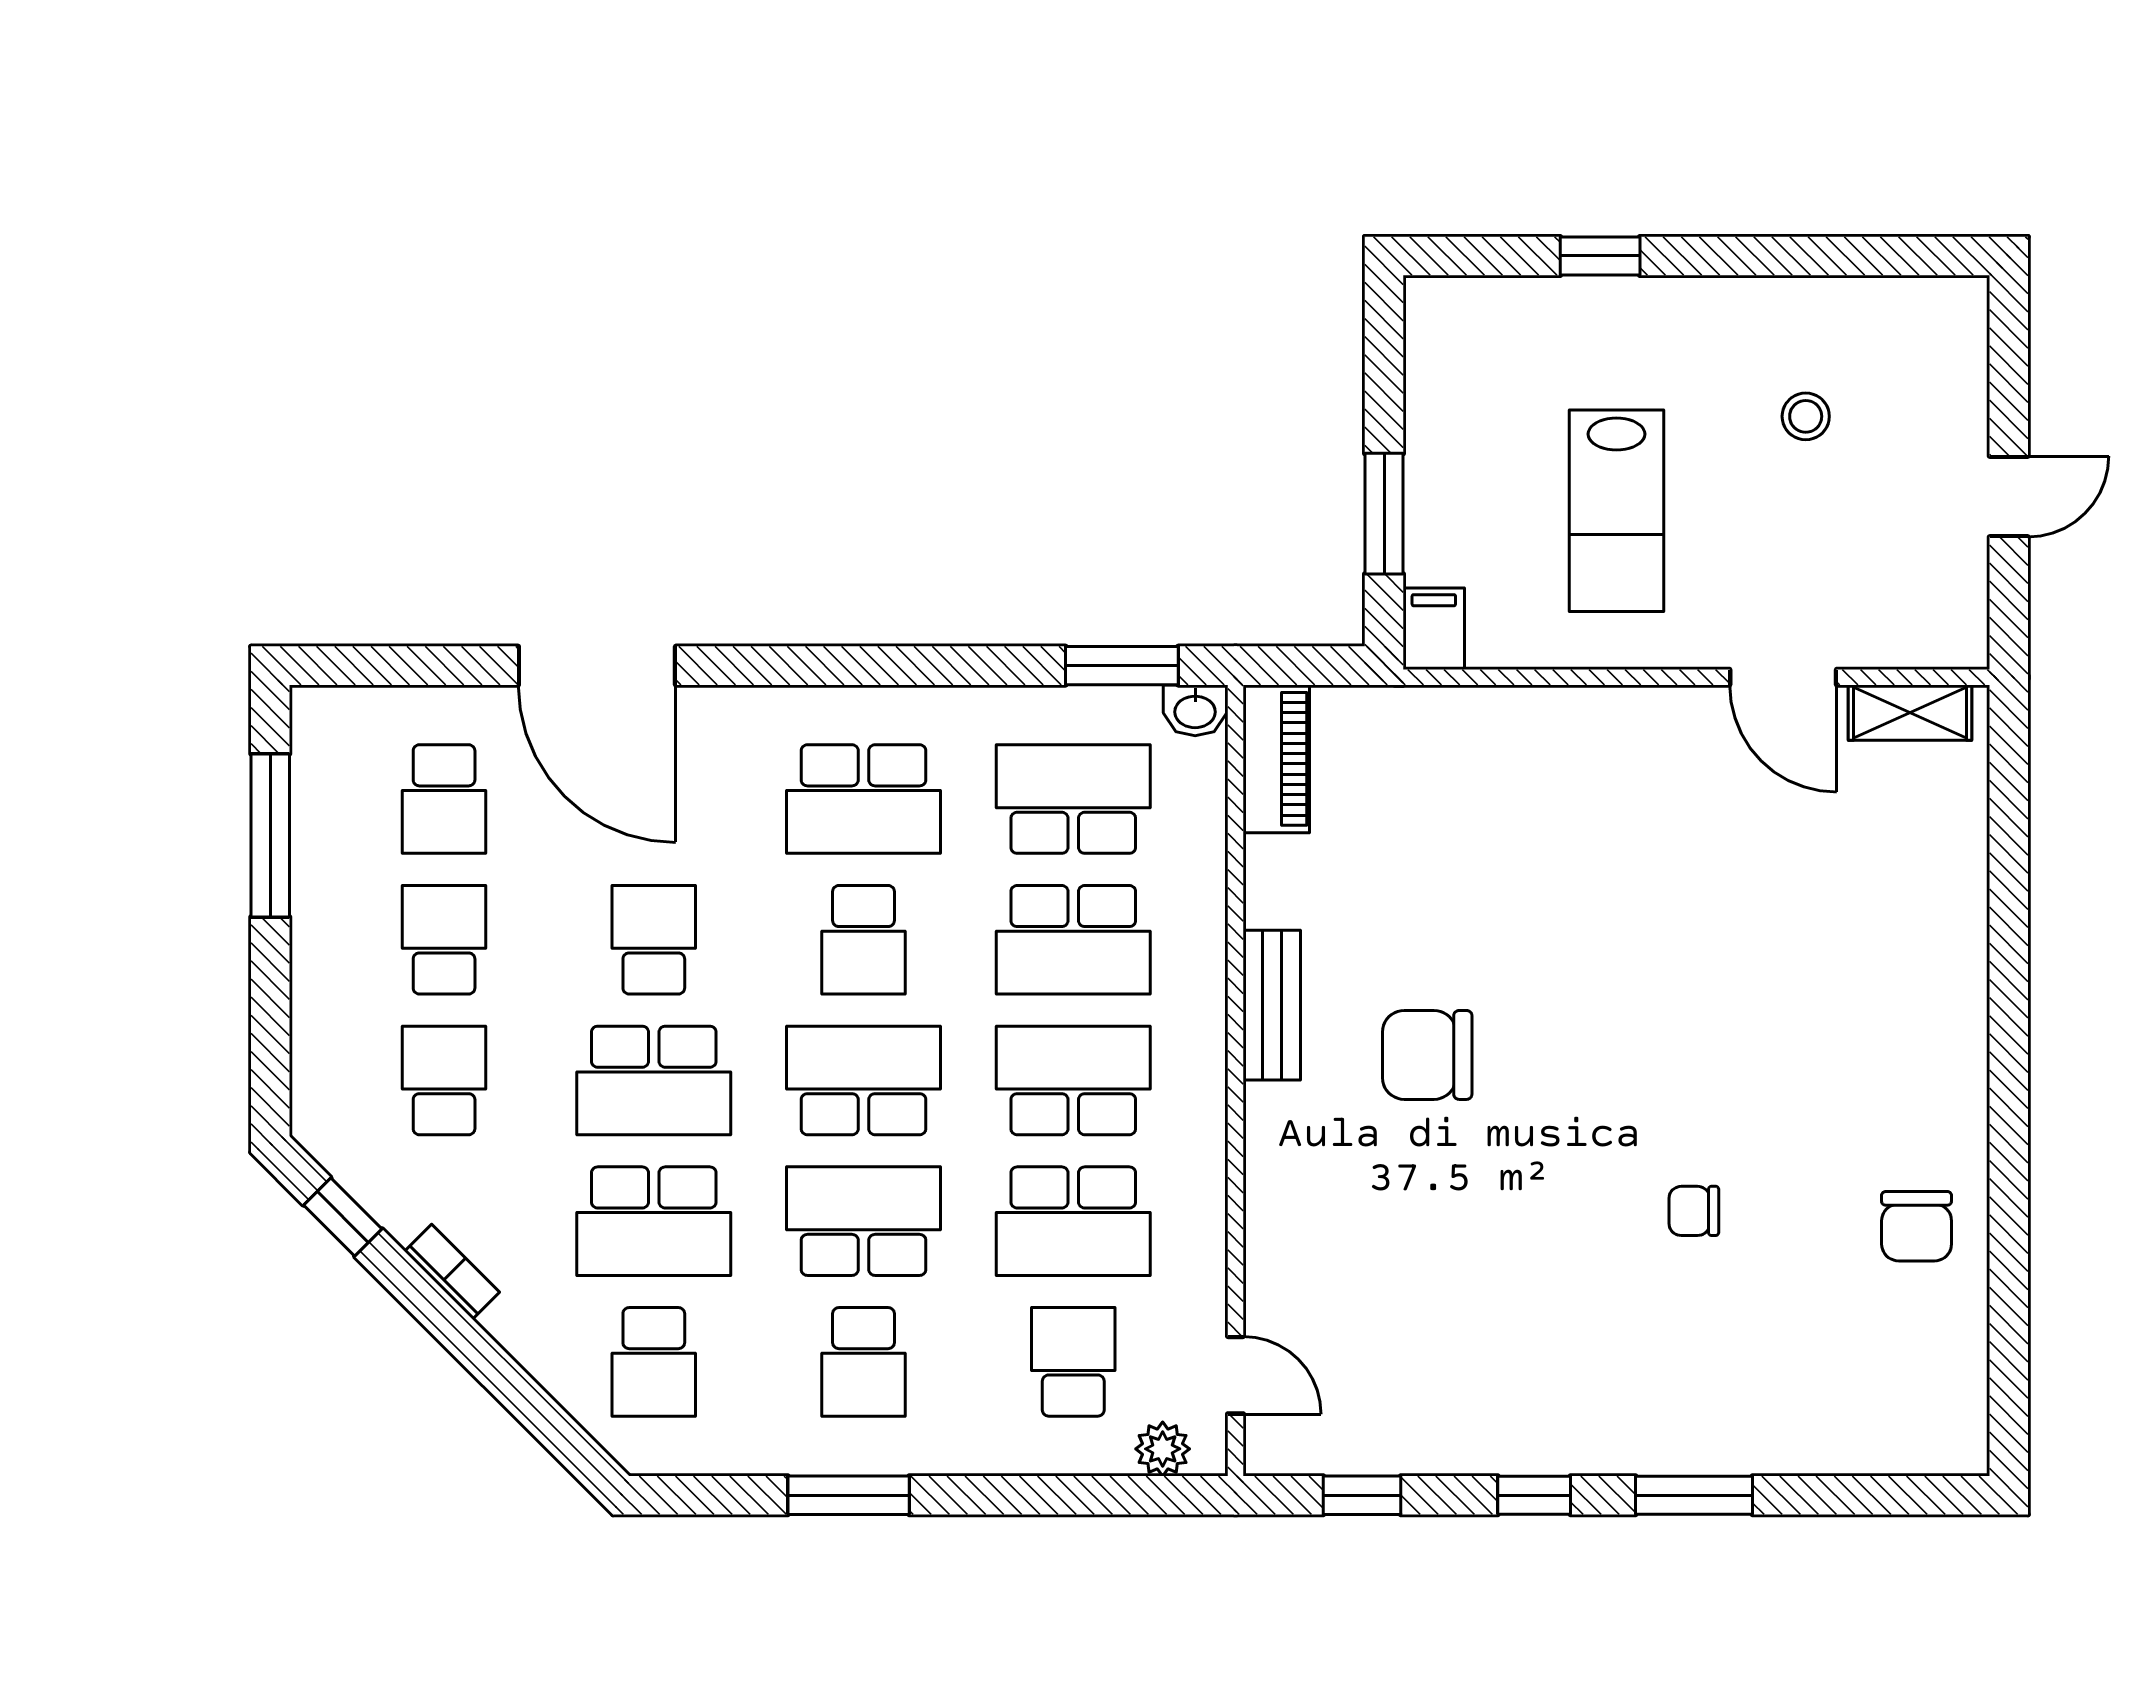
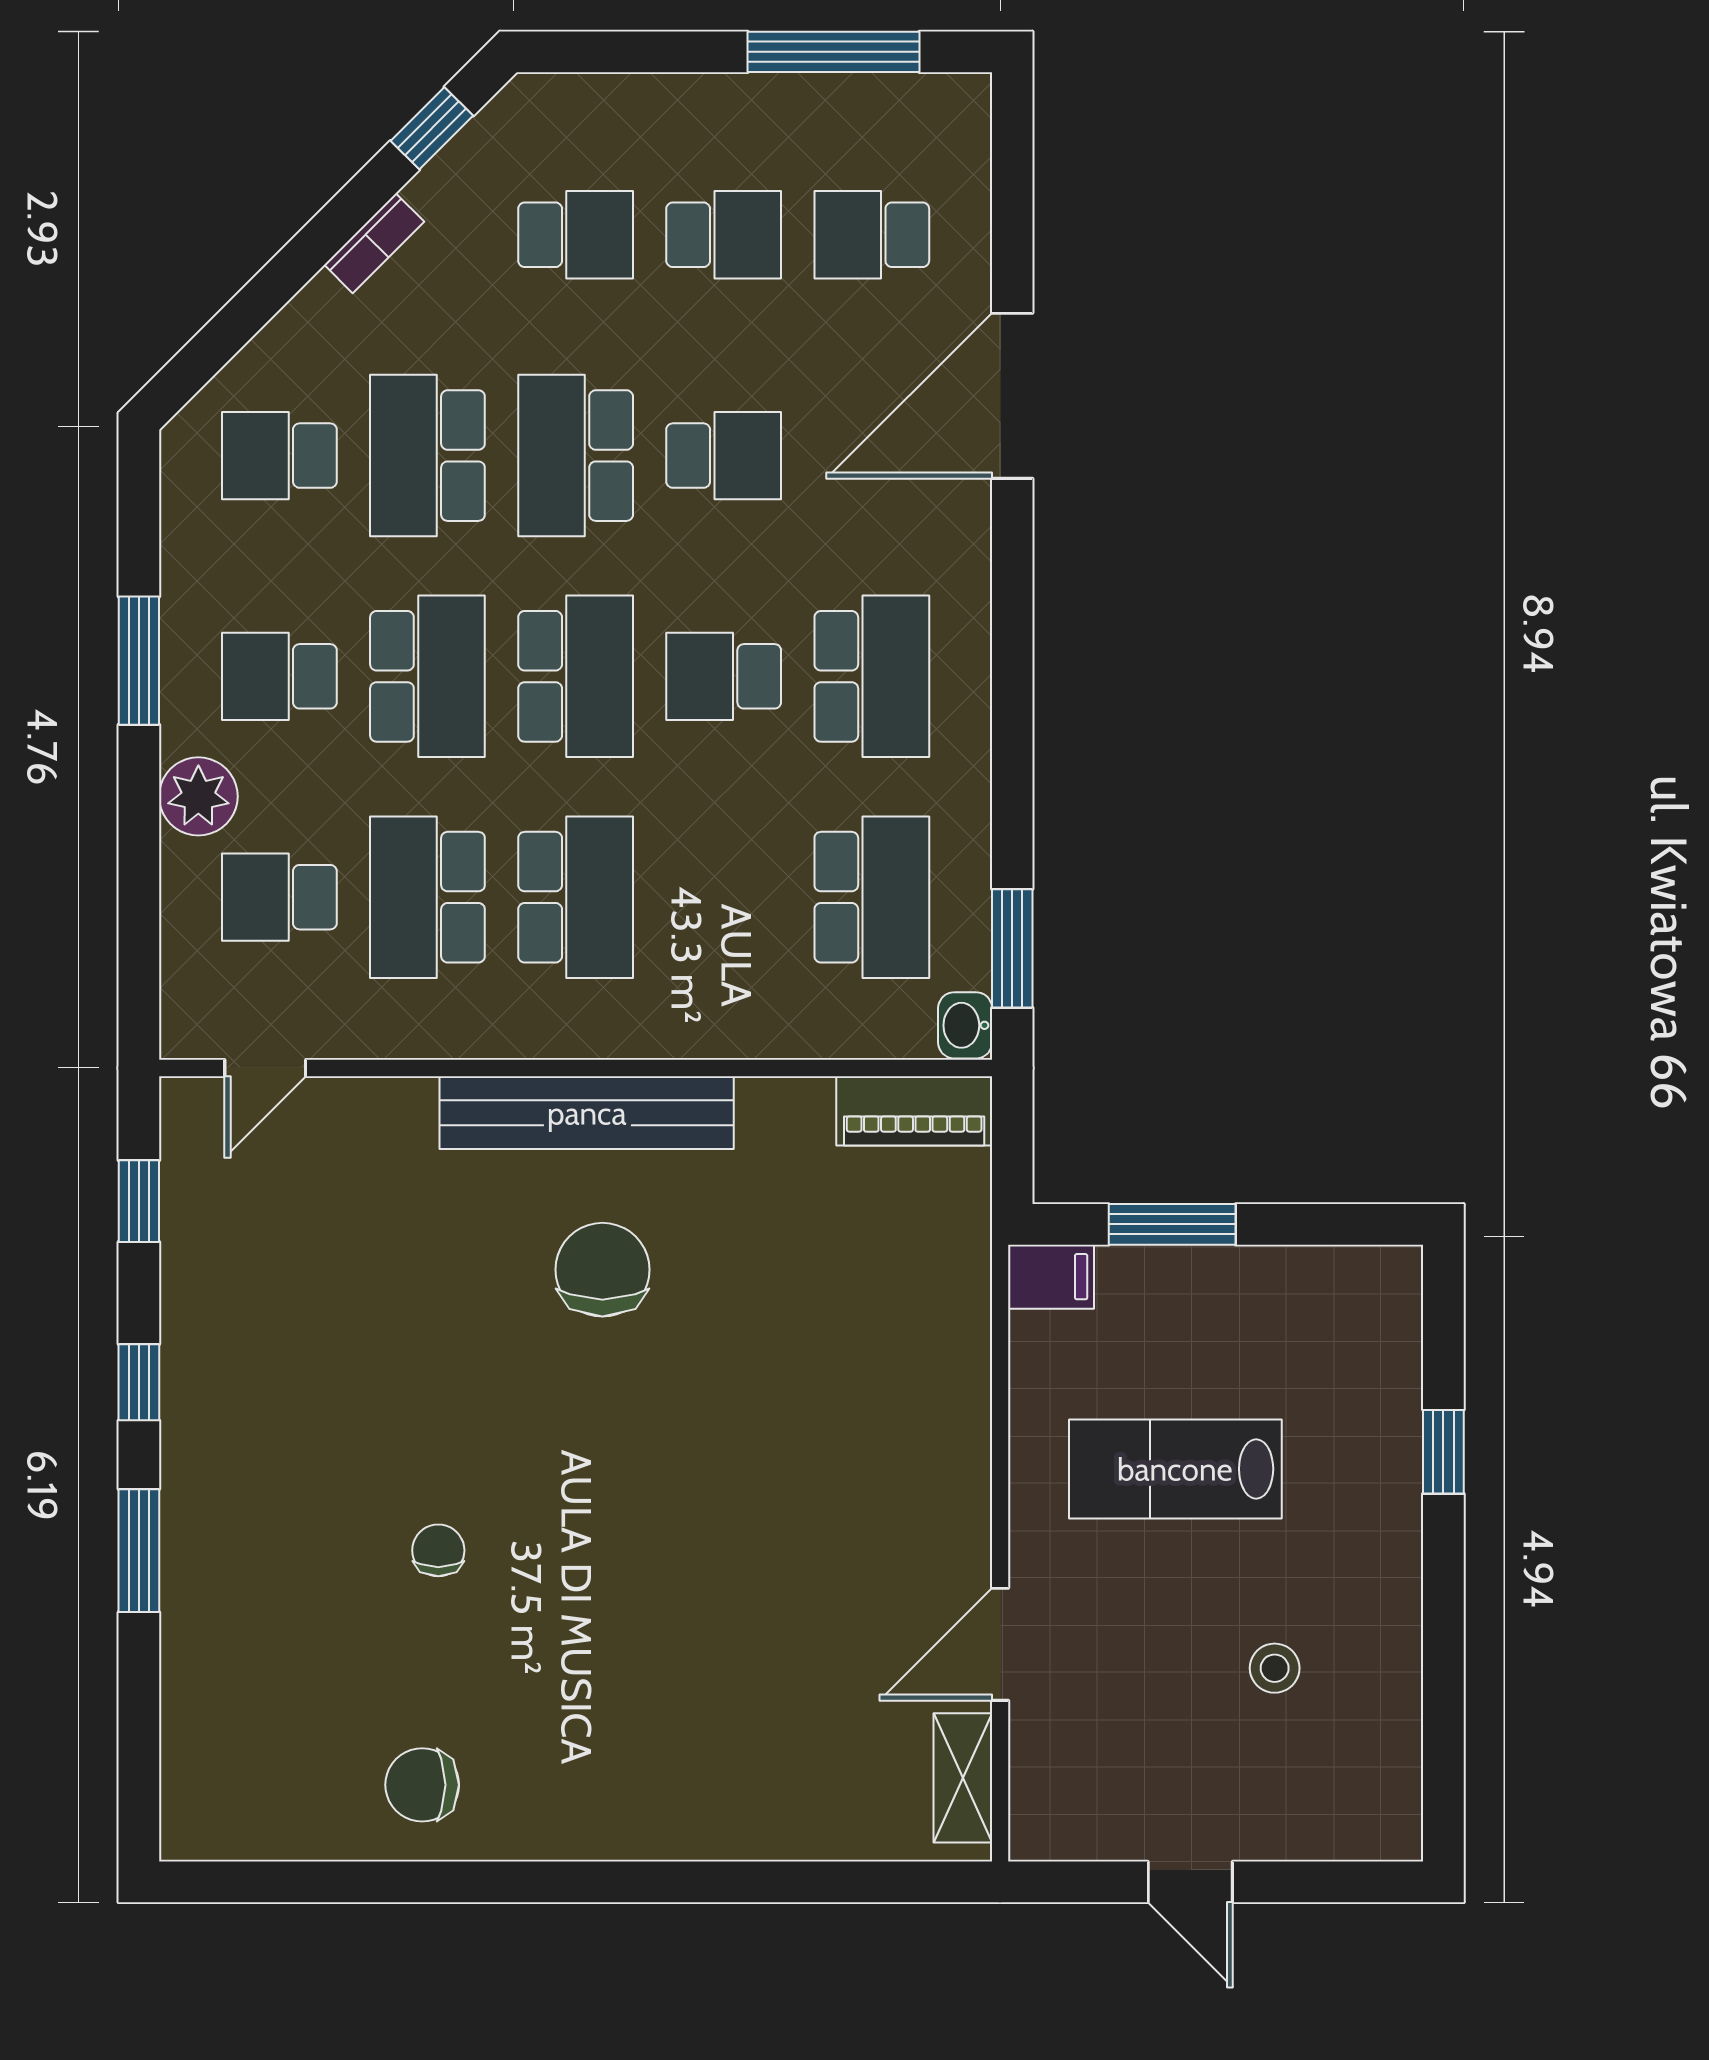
school desk: (864, 799) -> (872, 676), turned 180
school desk: (1073, 940) -> (724, 897), removed
bench: (1272, 1005) -> (587, 1113), width x1.86, depth x1.21
school desk: (1073, 1362) -> (279, 897), turned 180
plant: (1163, 1449) -> (198, 796), moved, width x1.38, depth x1.38

